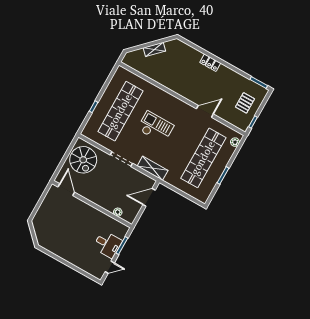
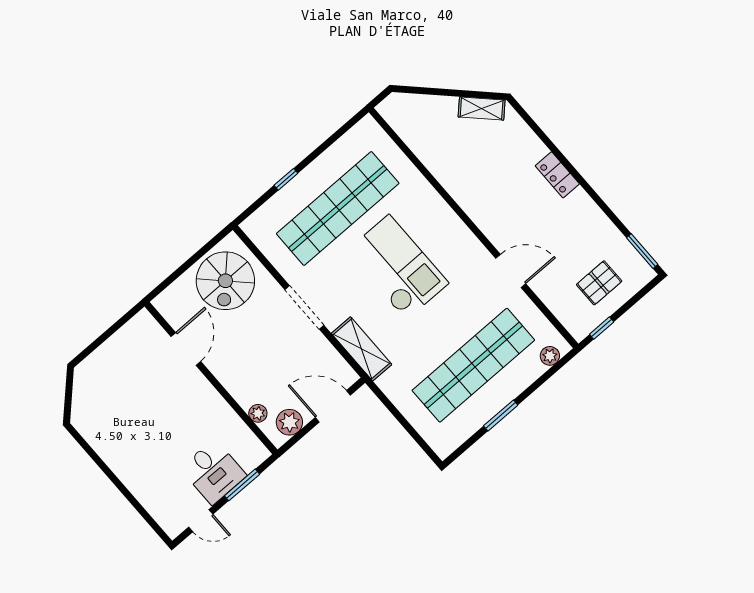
shelving: (154, 49) -> (482, 109), moved
checkout: (155, 127) -> (397, 267), width x1.36, depth x1.21
door: (66, 190) -> (186, 349), moved
plant: (133, 211) -> (289, 422), added

